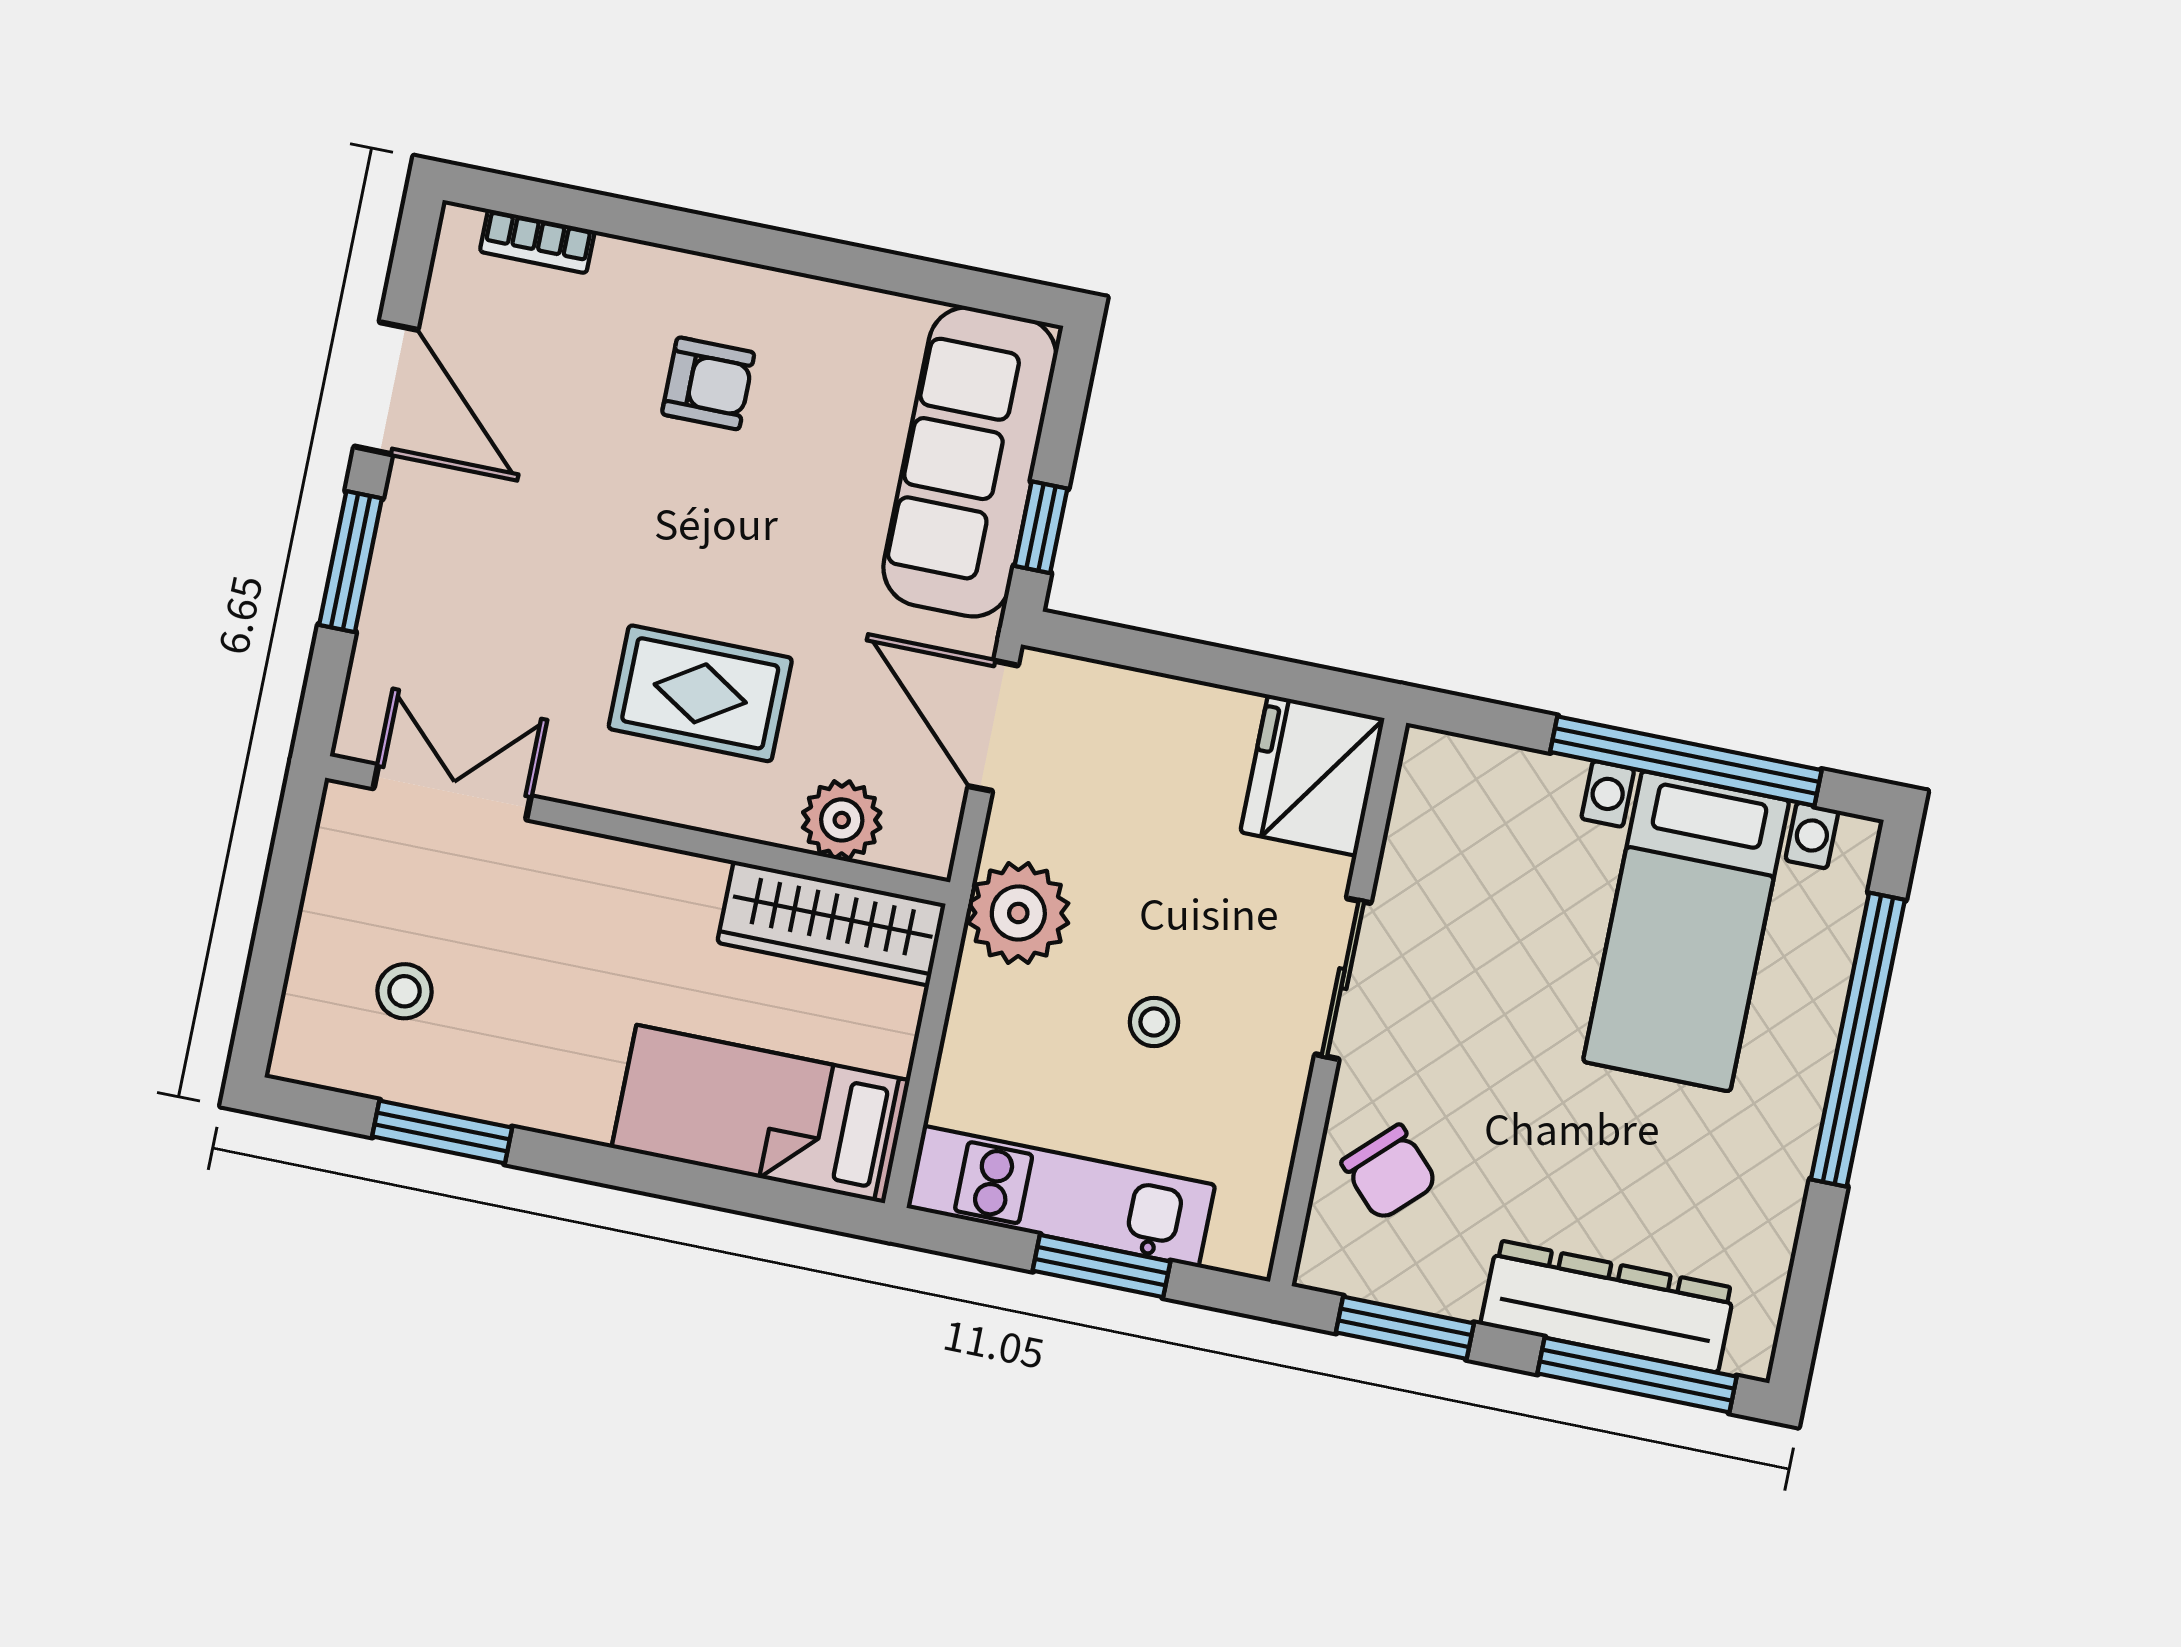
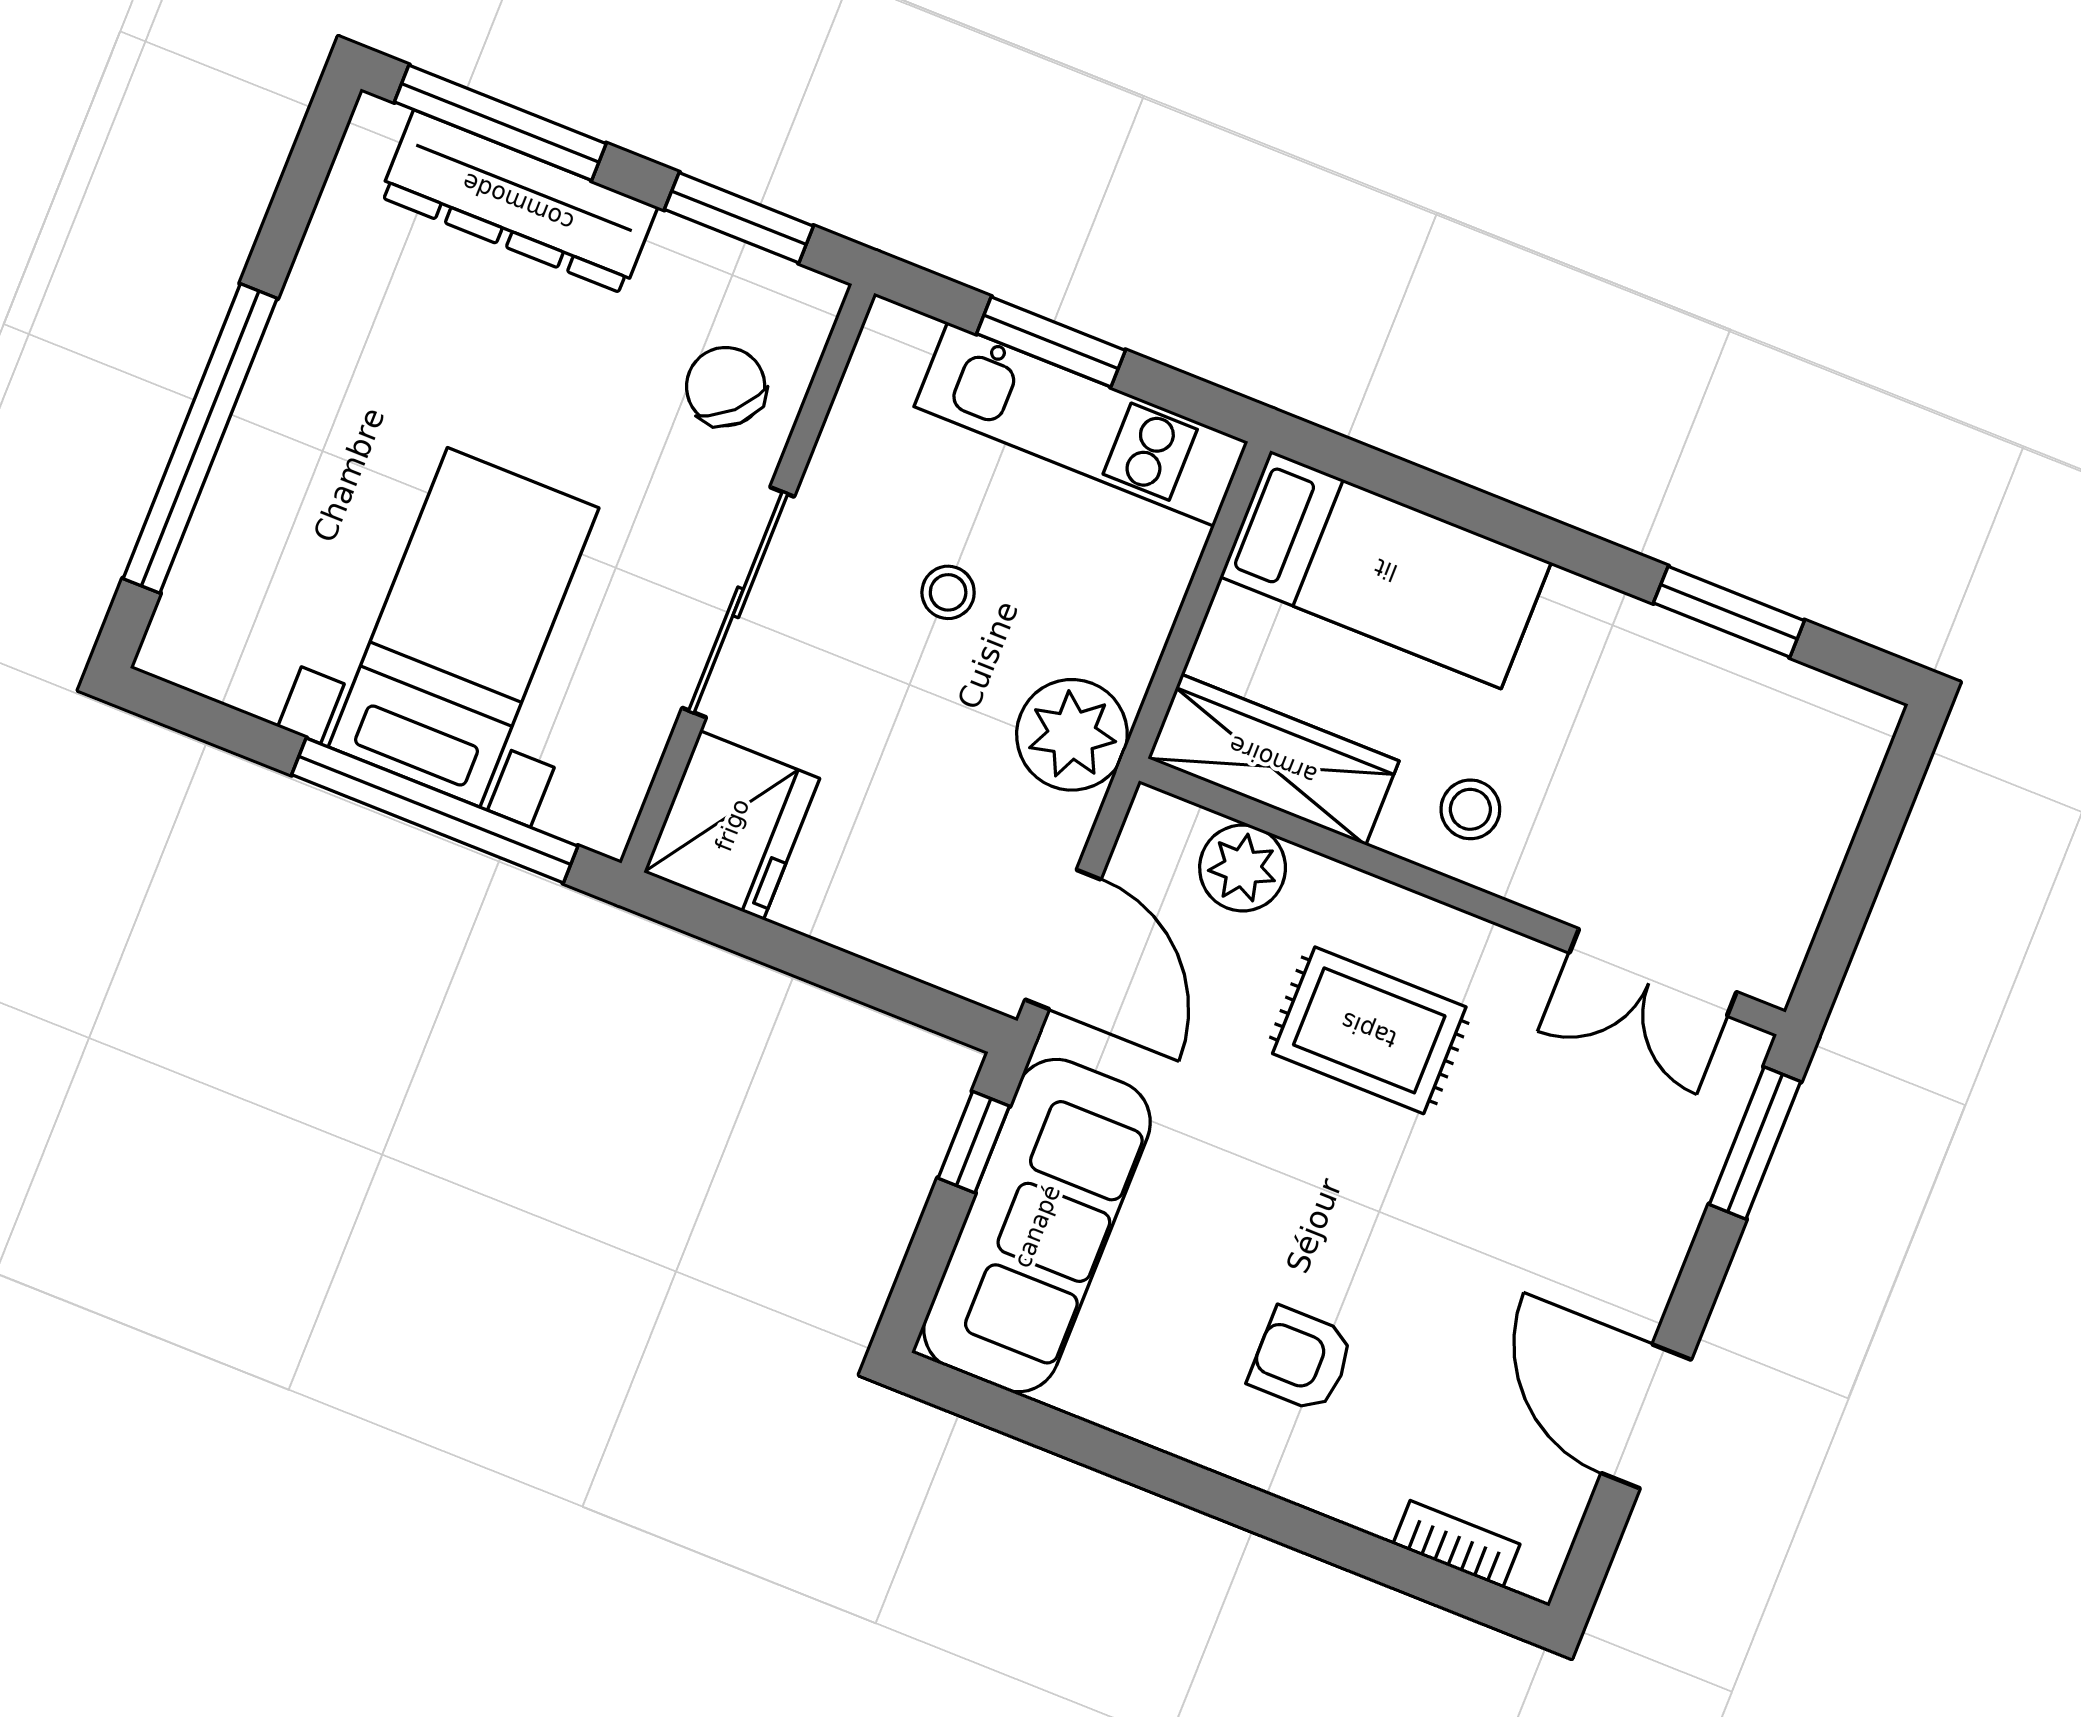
window: (351, 562) -> (1755, 1143), moved
window: (1686, 761) -> (435, 810), moved
bed with nightstands: (1686, 931) -> (464, 627), moved
sliding door: (1343, 979) -> (738, 602), width x1.37
stool: (404, 991) -> (1470, 809), moved

